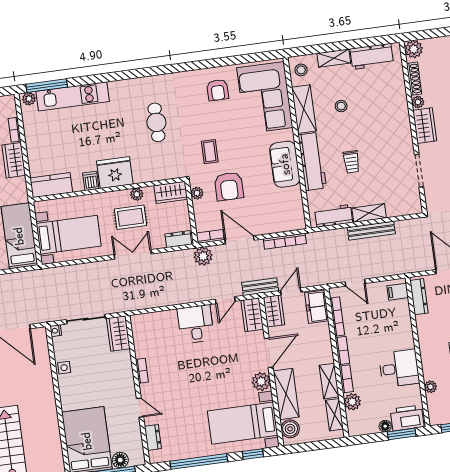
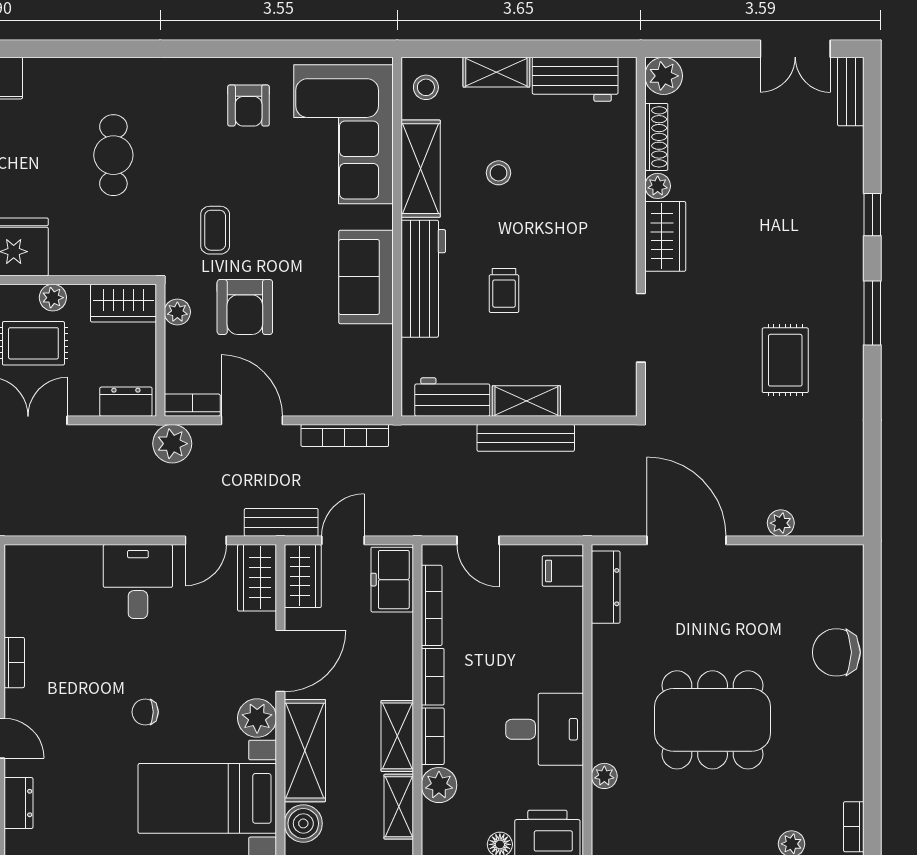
chair: (207, 386) -> (145, 712), added

